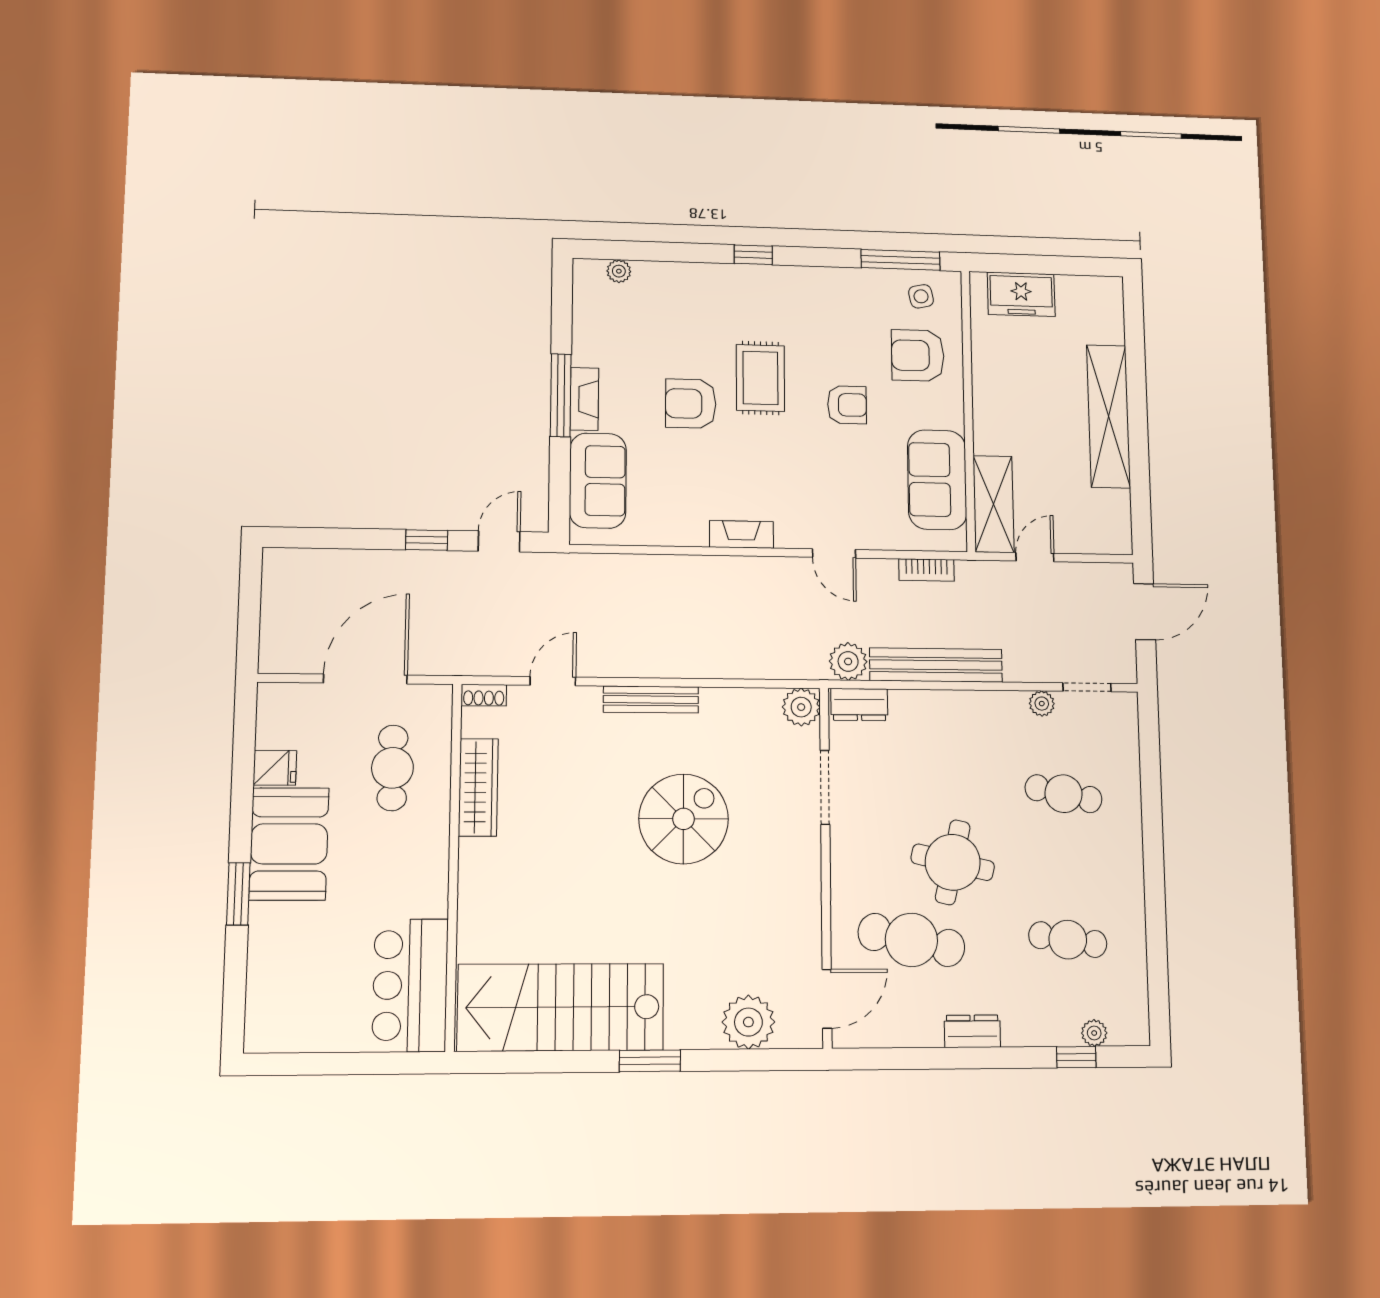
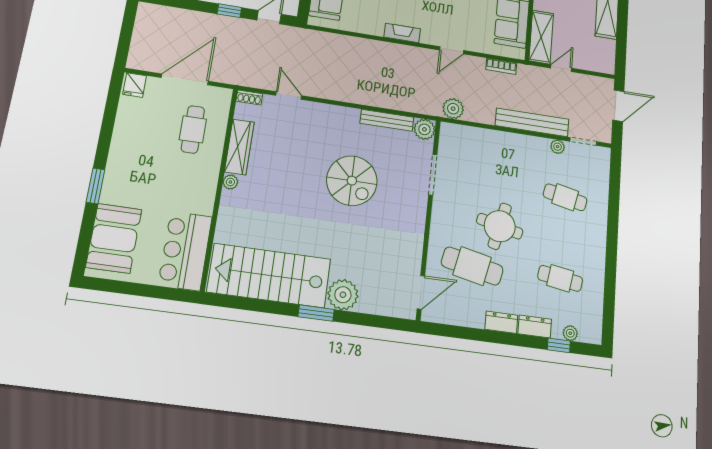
door: (834, 553) -> (452, 50), hinge flipped
bench: (936, 665) -> (532, 122), moved
door: (553, 681) -> (289, 96), hinge flipped
bench: (651, 700) -> (387, 120), moved
dresser: (859, 705) -> (535, 327), moved, turned 180
fridge: (275, 768) -> (135, 85), moved, turned 90
spiral stairs: (684, 819) -> (352, 181), turned 90
booth: (289, 844) -> (114, 238), moved
plant: (471, 852) -> (230, 182), added
plant: (748, 1022) -> (343, 295), moved

